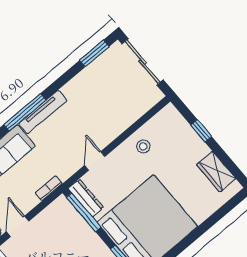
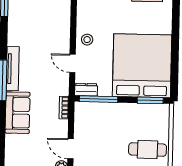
stool: (143, 146) -> (87, 40), moved
dresser: (86, 198) -> (86, 90), width x0.70

